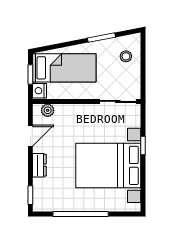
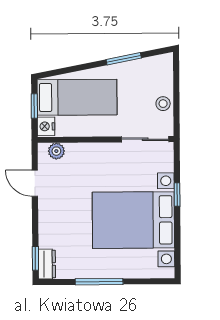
stool: (126, 56) -> (163, 104), moved
door: (30, 136) -> (35, 183), swing flipped
dresser: (39, 165) -> (47, 264), moved
window: (81, 214) -> (99, 282), width x0.68

